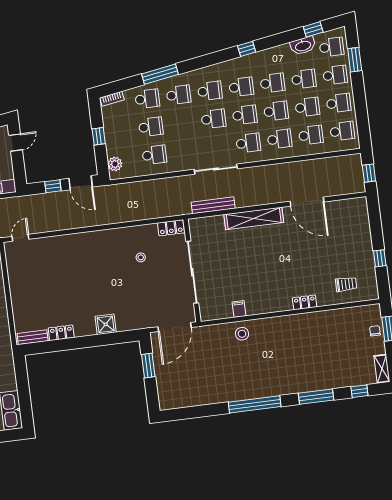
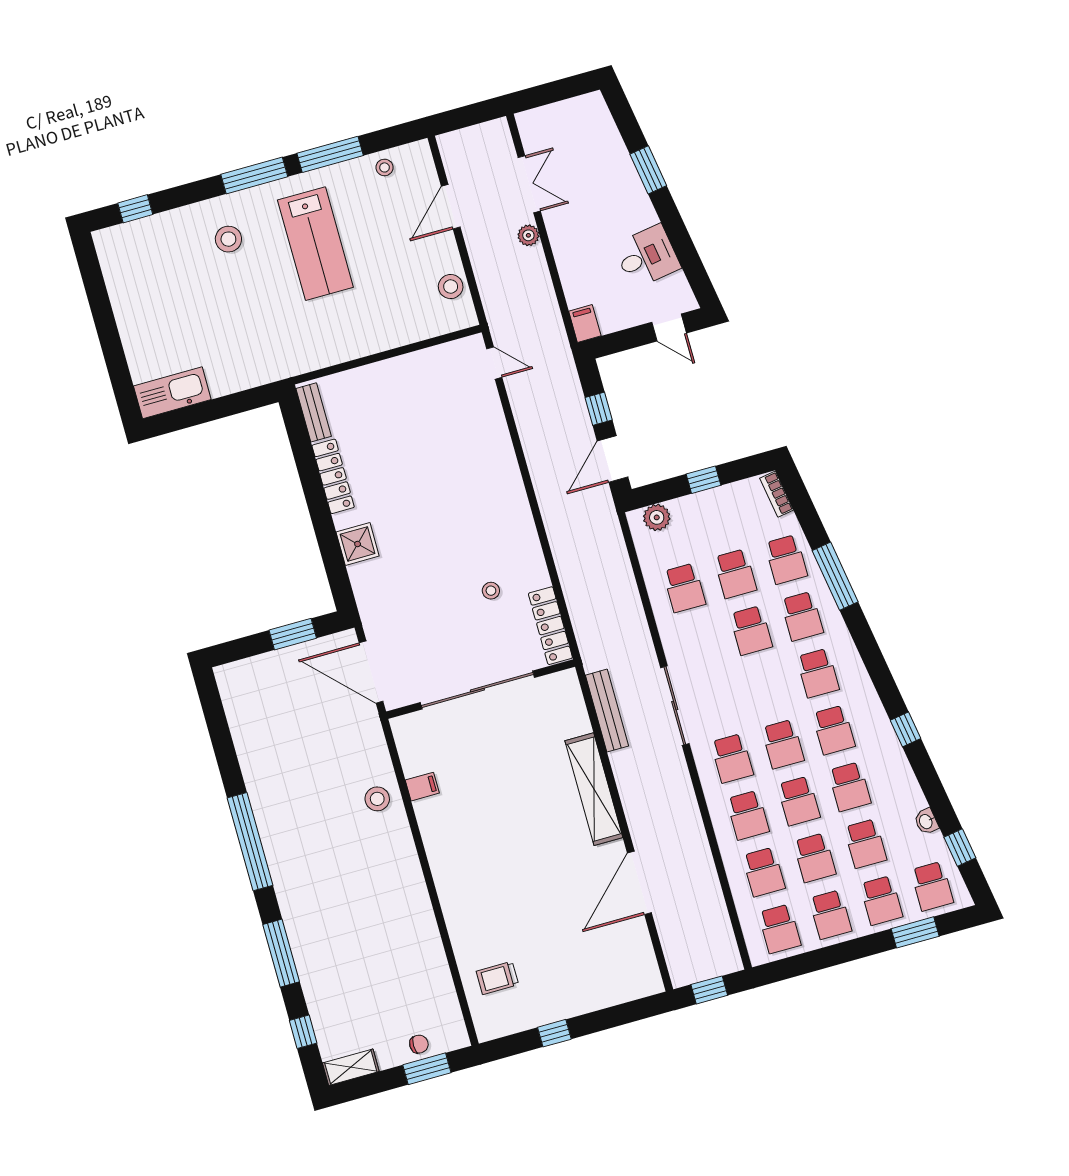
washbasin: (303, 46) -> (926, 821), width x0.52, depth x0.69
school desk: (213, 119) -> (751, 630), moved
locker: (171, 228) -> (550, 626), width x1.53
trolley: (346, 284) -> (497, 978), turned 90
locker: (305, 302) -> (452, 906), removed
locker: (61, 333) -> (333, 476), width x1.53

